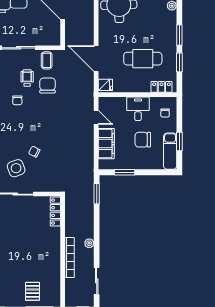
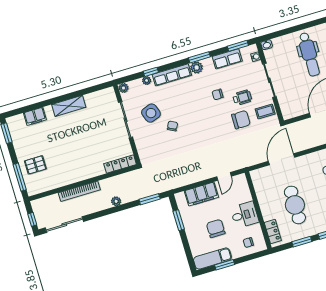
fridge: (105, 85) -> (258, 176), removed
plant: (89, 243) -> (116, 201), moved
sliding door: (97, 281) -> (64, 225), width x1.37

